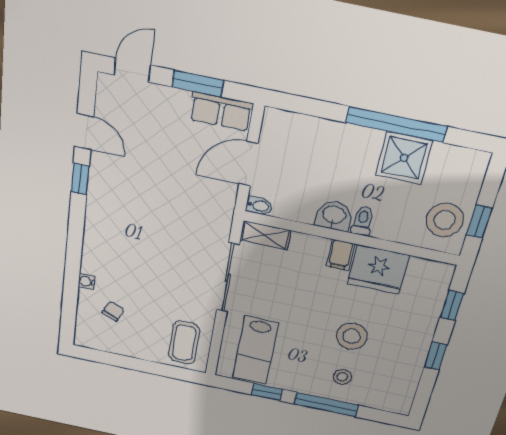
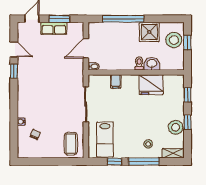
row of seats: (221, 111) -> (54, 28), moved
window: (396, 124) -> (123, 19), moved
washbasin: (334, 216) -> (152, 64), moved
stool: (445, 220) -> (174, 40), moved
window: (479, 222) -> (187, 42), moved
shelving: (265, 235) -> (173, 153), moved
filing cabinet: (340, 255) -> (116, 82), moved
stool: (352, 336) -> (176, 127), moved

